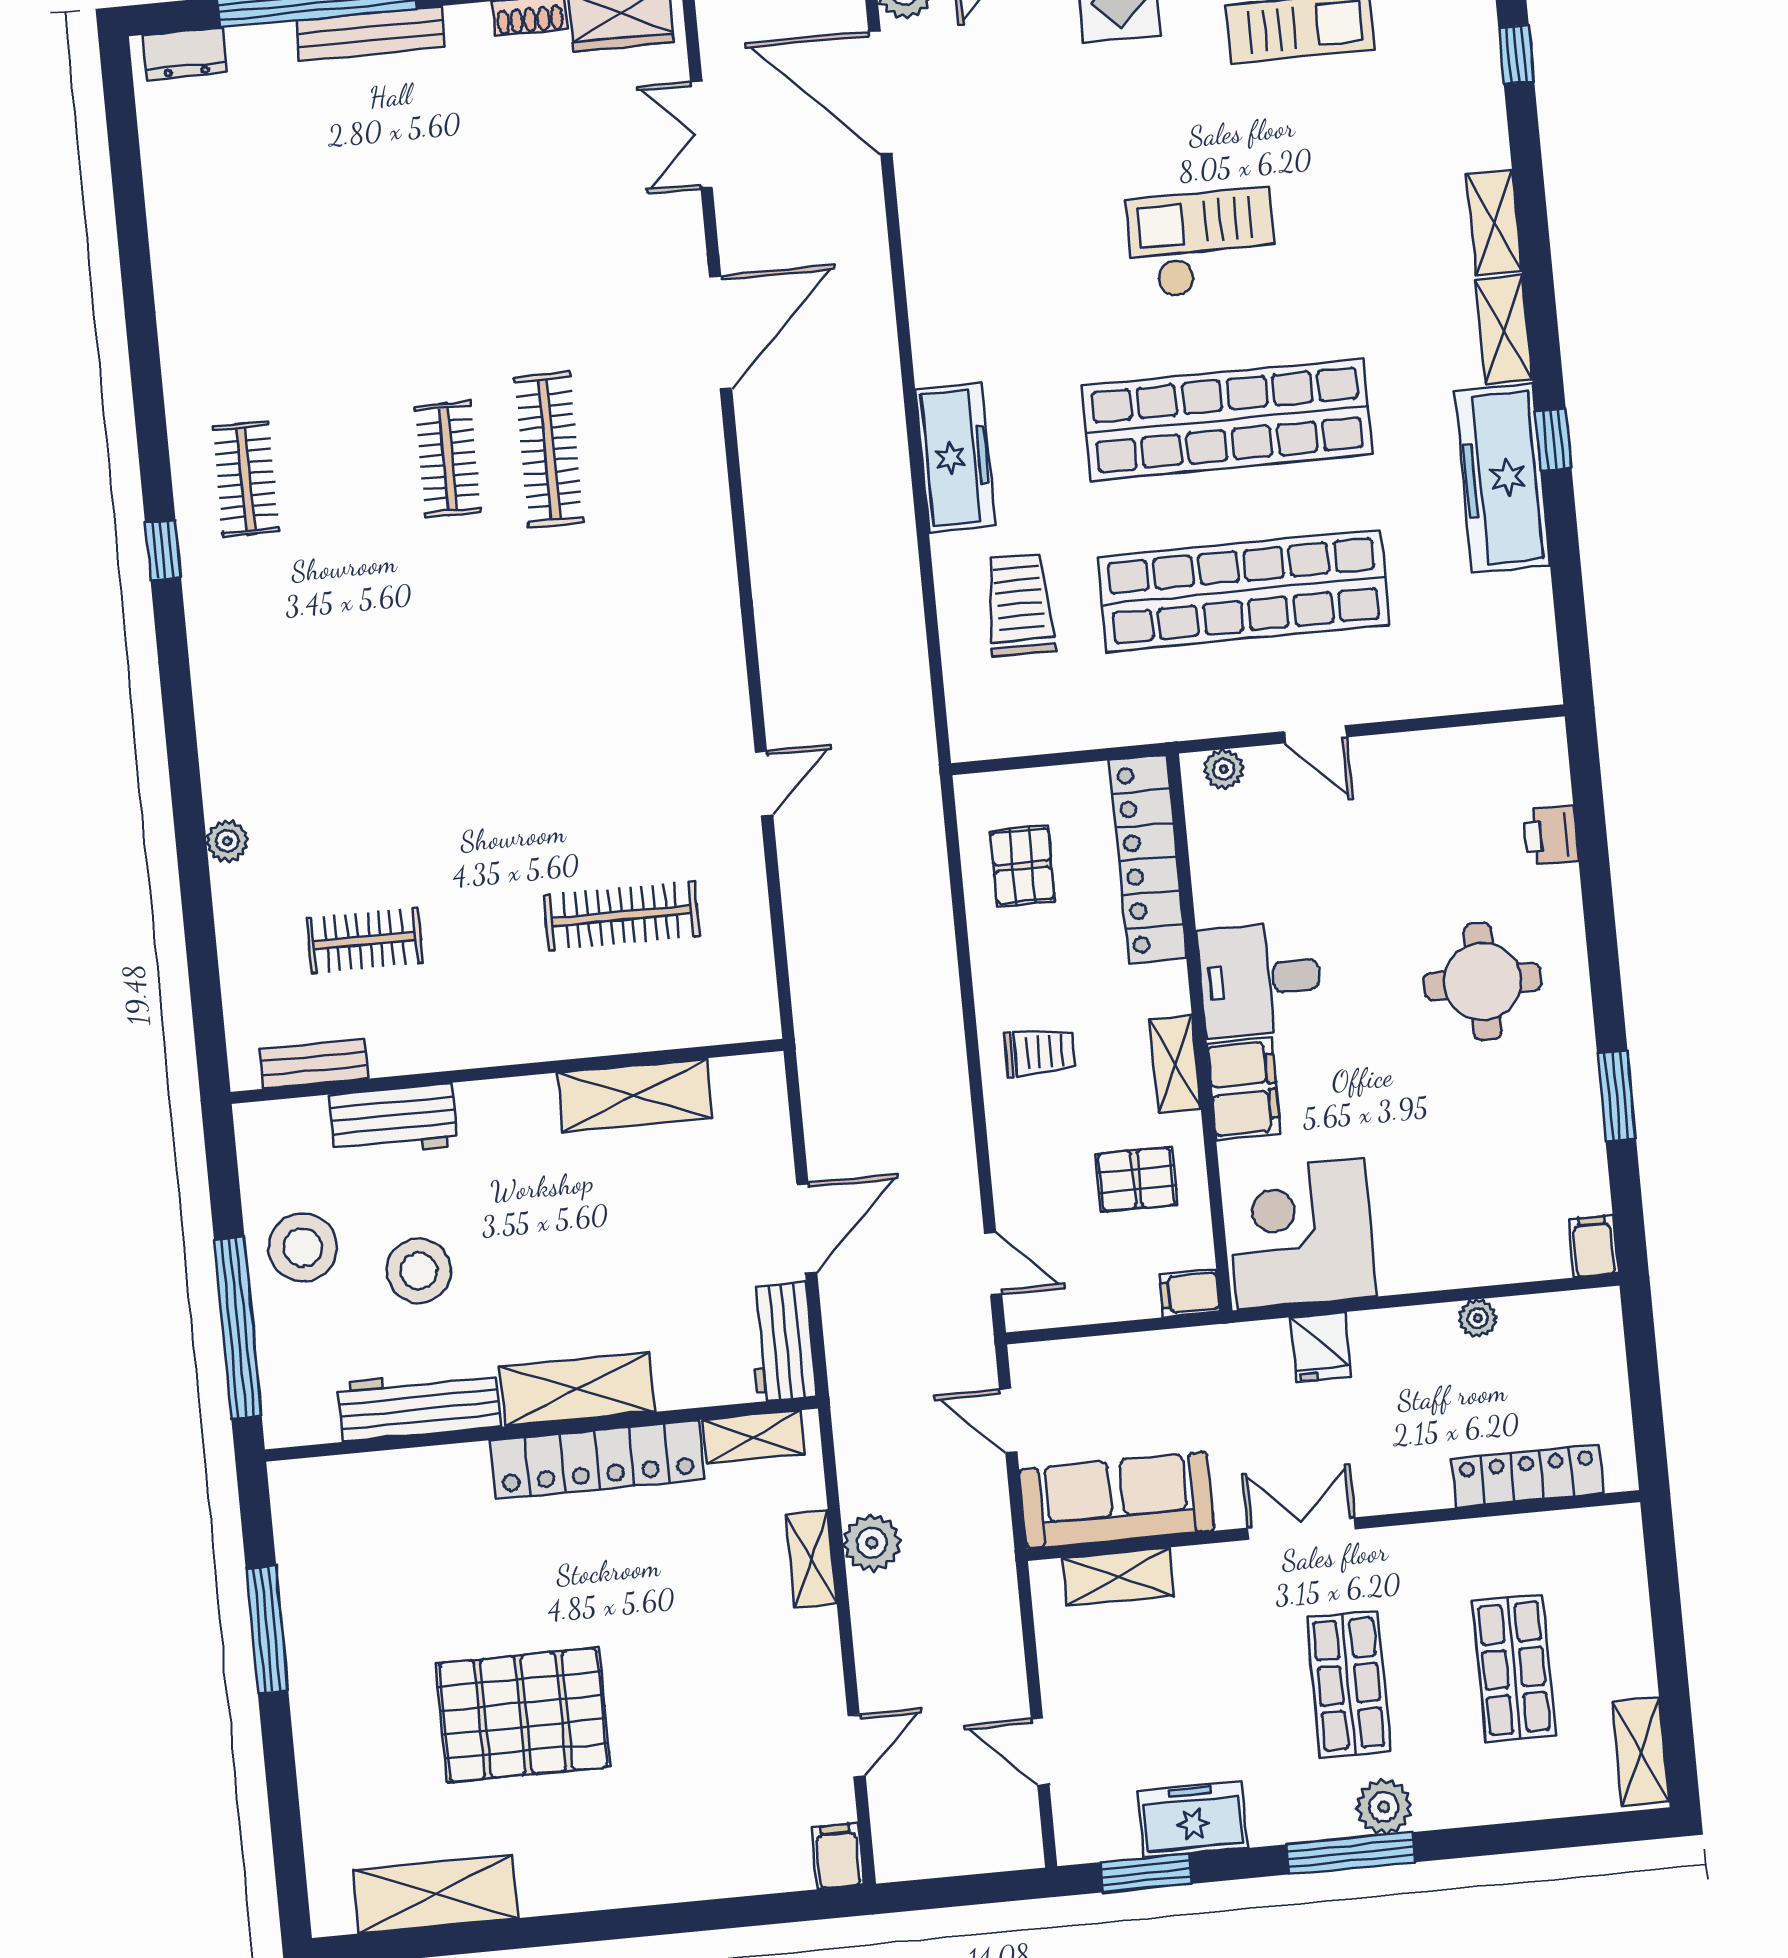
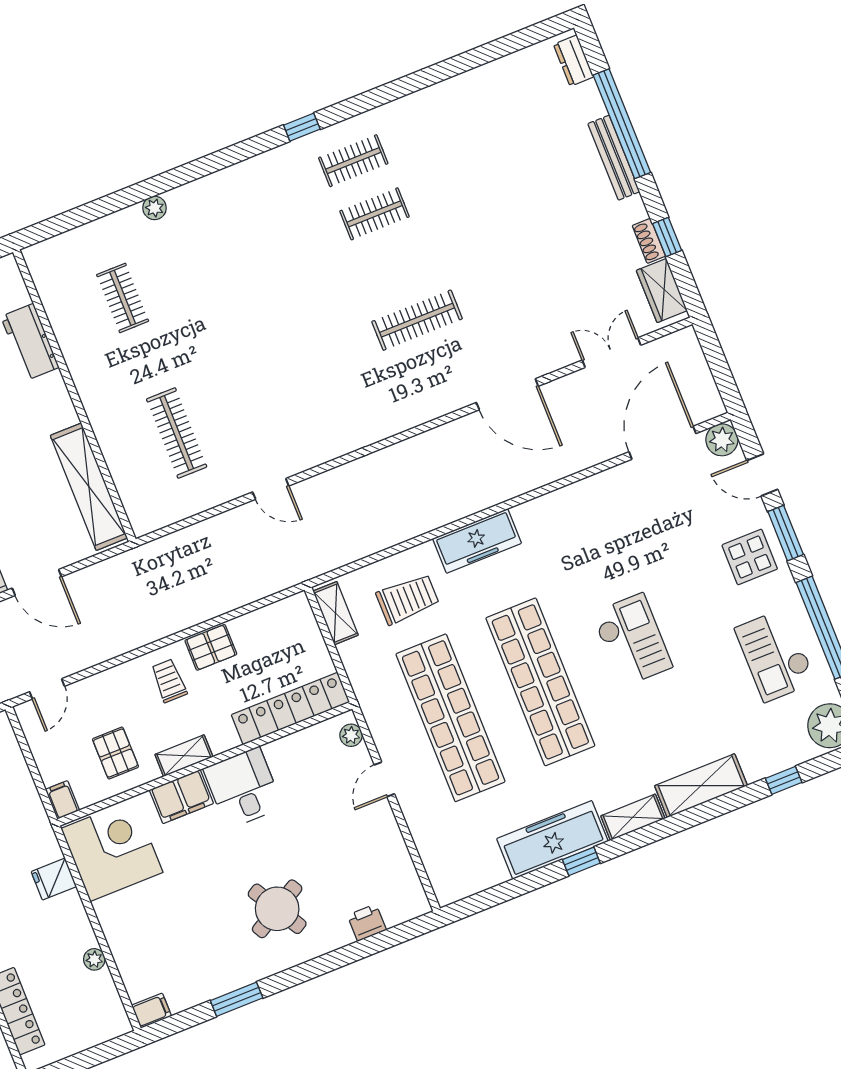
shelving: (1494, 222) -> (701, 786), width x1.50, depth x1.33
clothes rail: (448, 459) -> (375, 214), moved
shelving: (1008, 735) -> (336, 613), added
pallet: (1022, 866) -> (211, 647), moved
round table: (1483, 981) -> (277, 909), turned -30
trolley: (1040, 1052) -> (169, 681), turned 180
bench: (314, 1064) -> (48, 290), removed
shelving: (635, 1095) -> (89, 487), width x1.47

